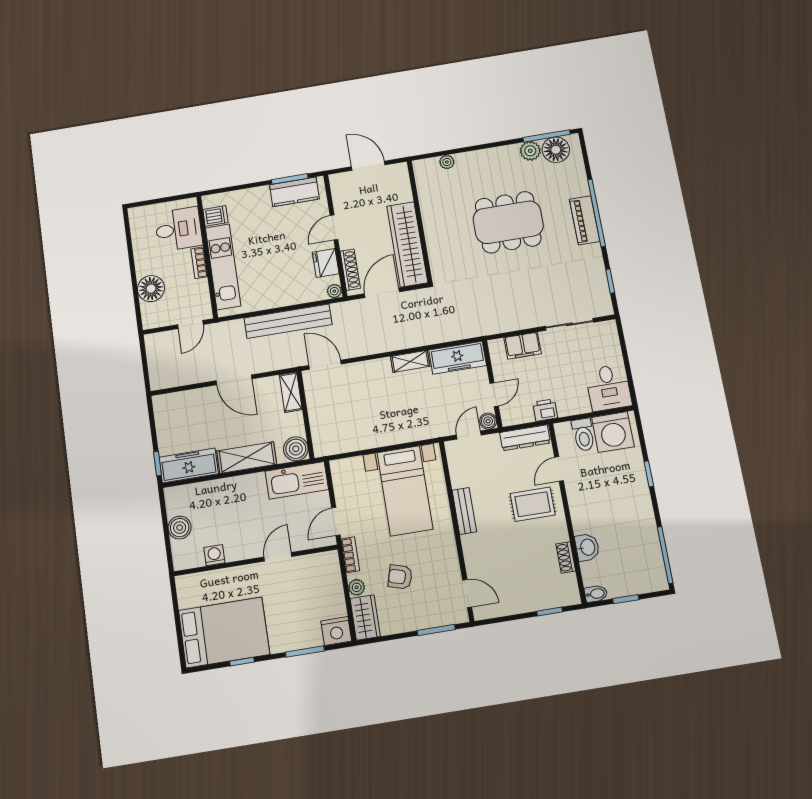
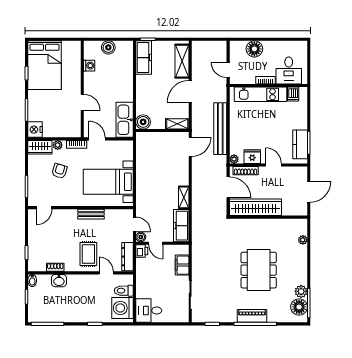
printer: (545, 410) -> (142, 251), moved
shelving: (247, 458) -> (182, 61), moved

